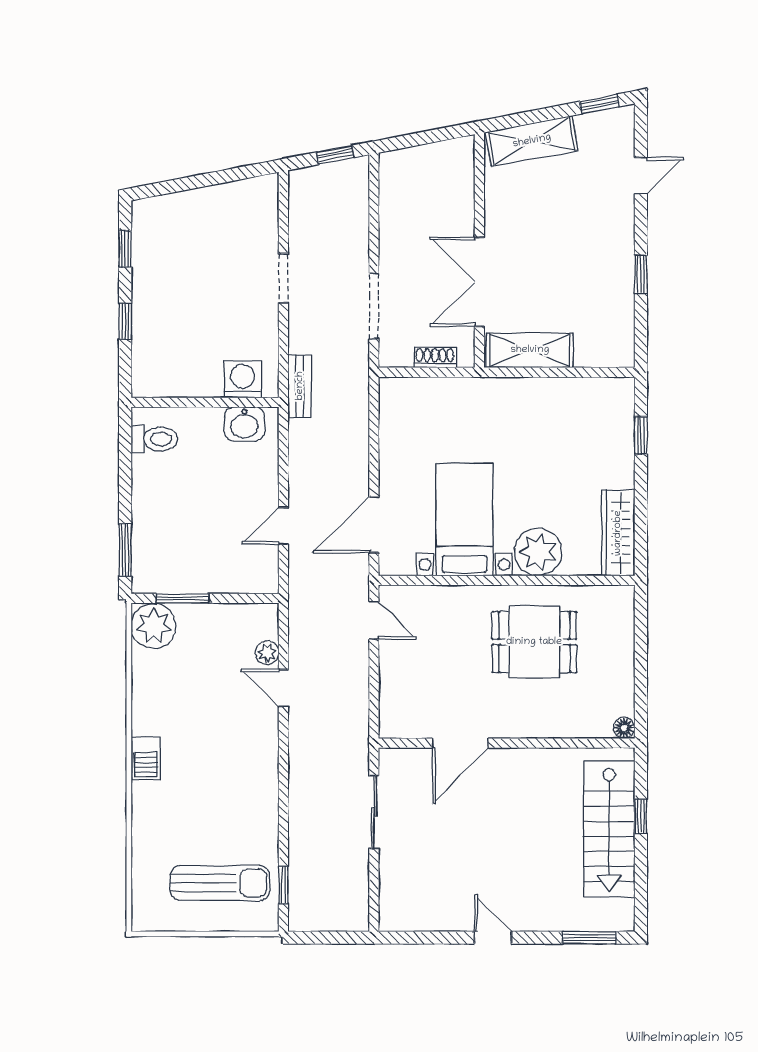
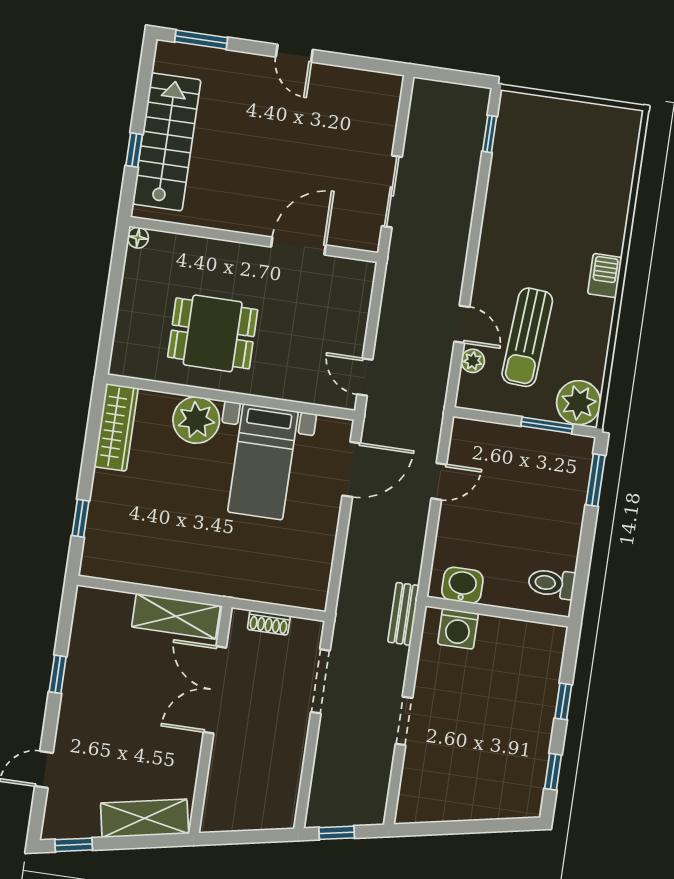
double door: (479, 282) -> (215, 690), swing flipped
sun lounger: (220, 883) -> (527, 337), moved, turned -86

